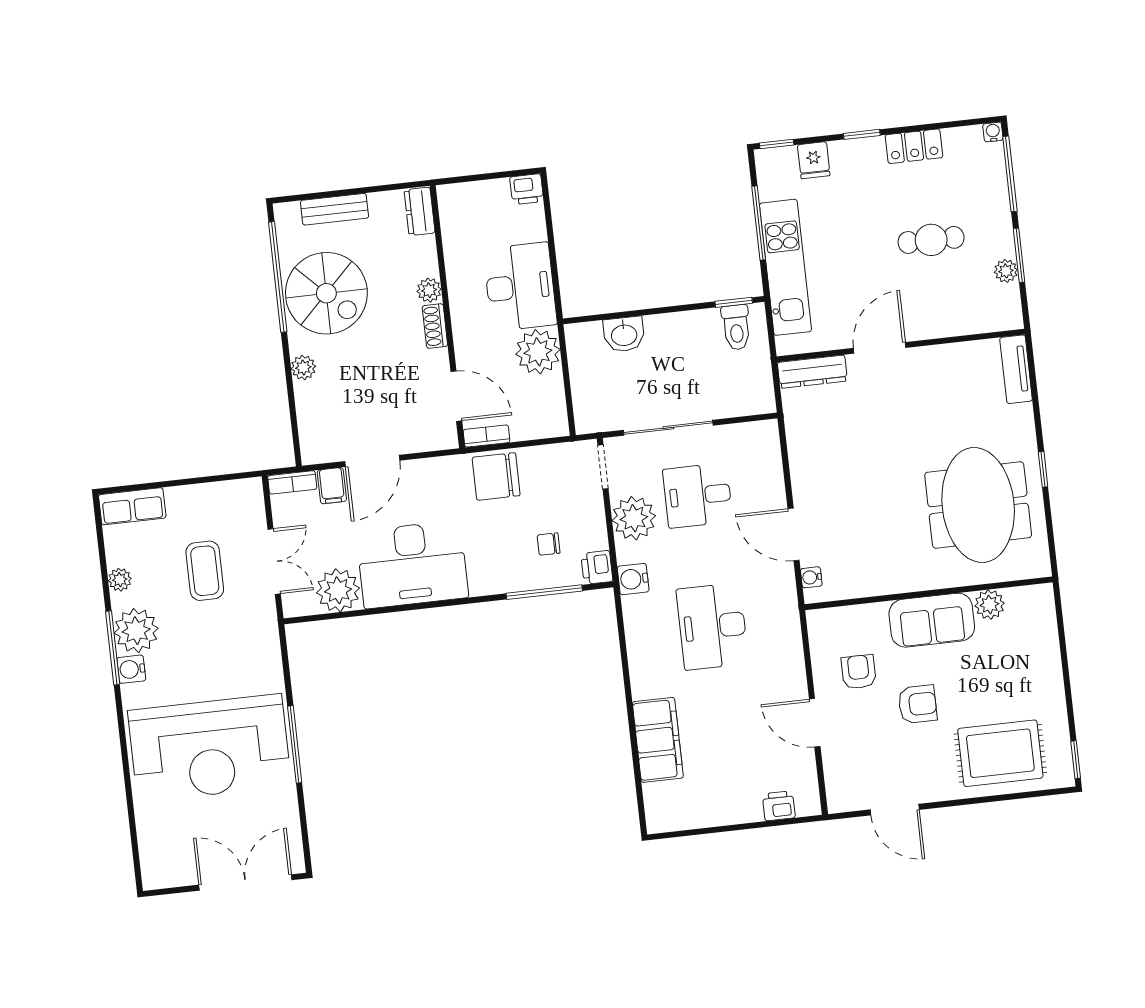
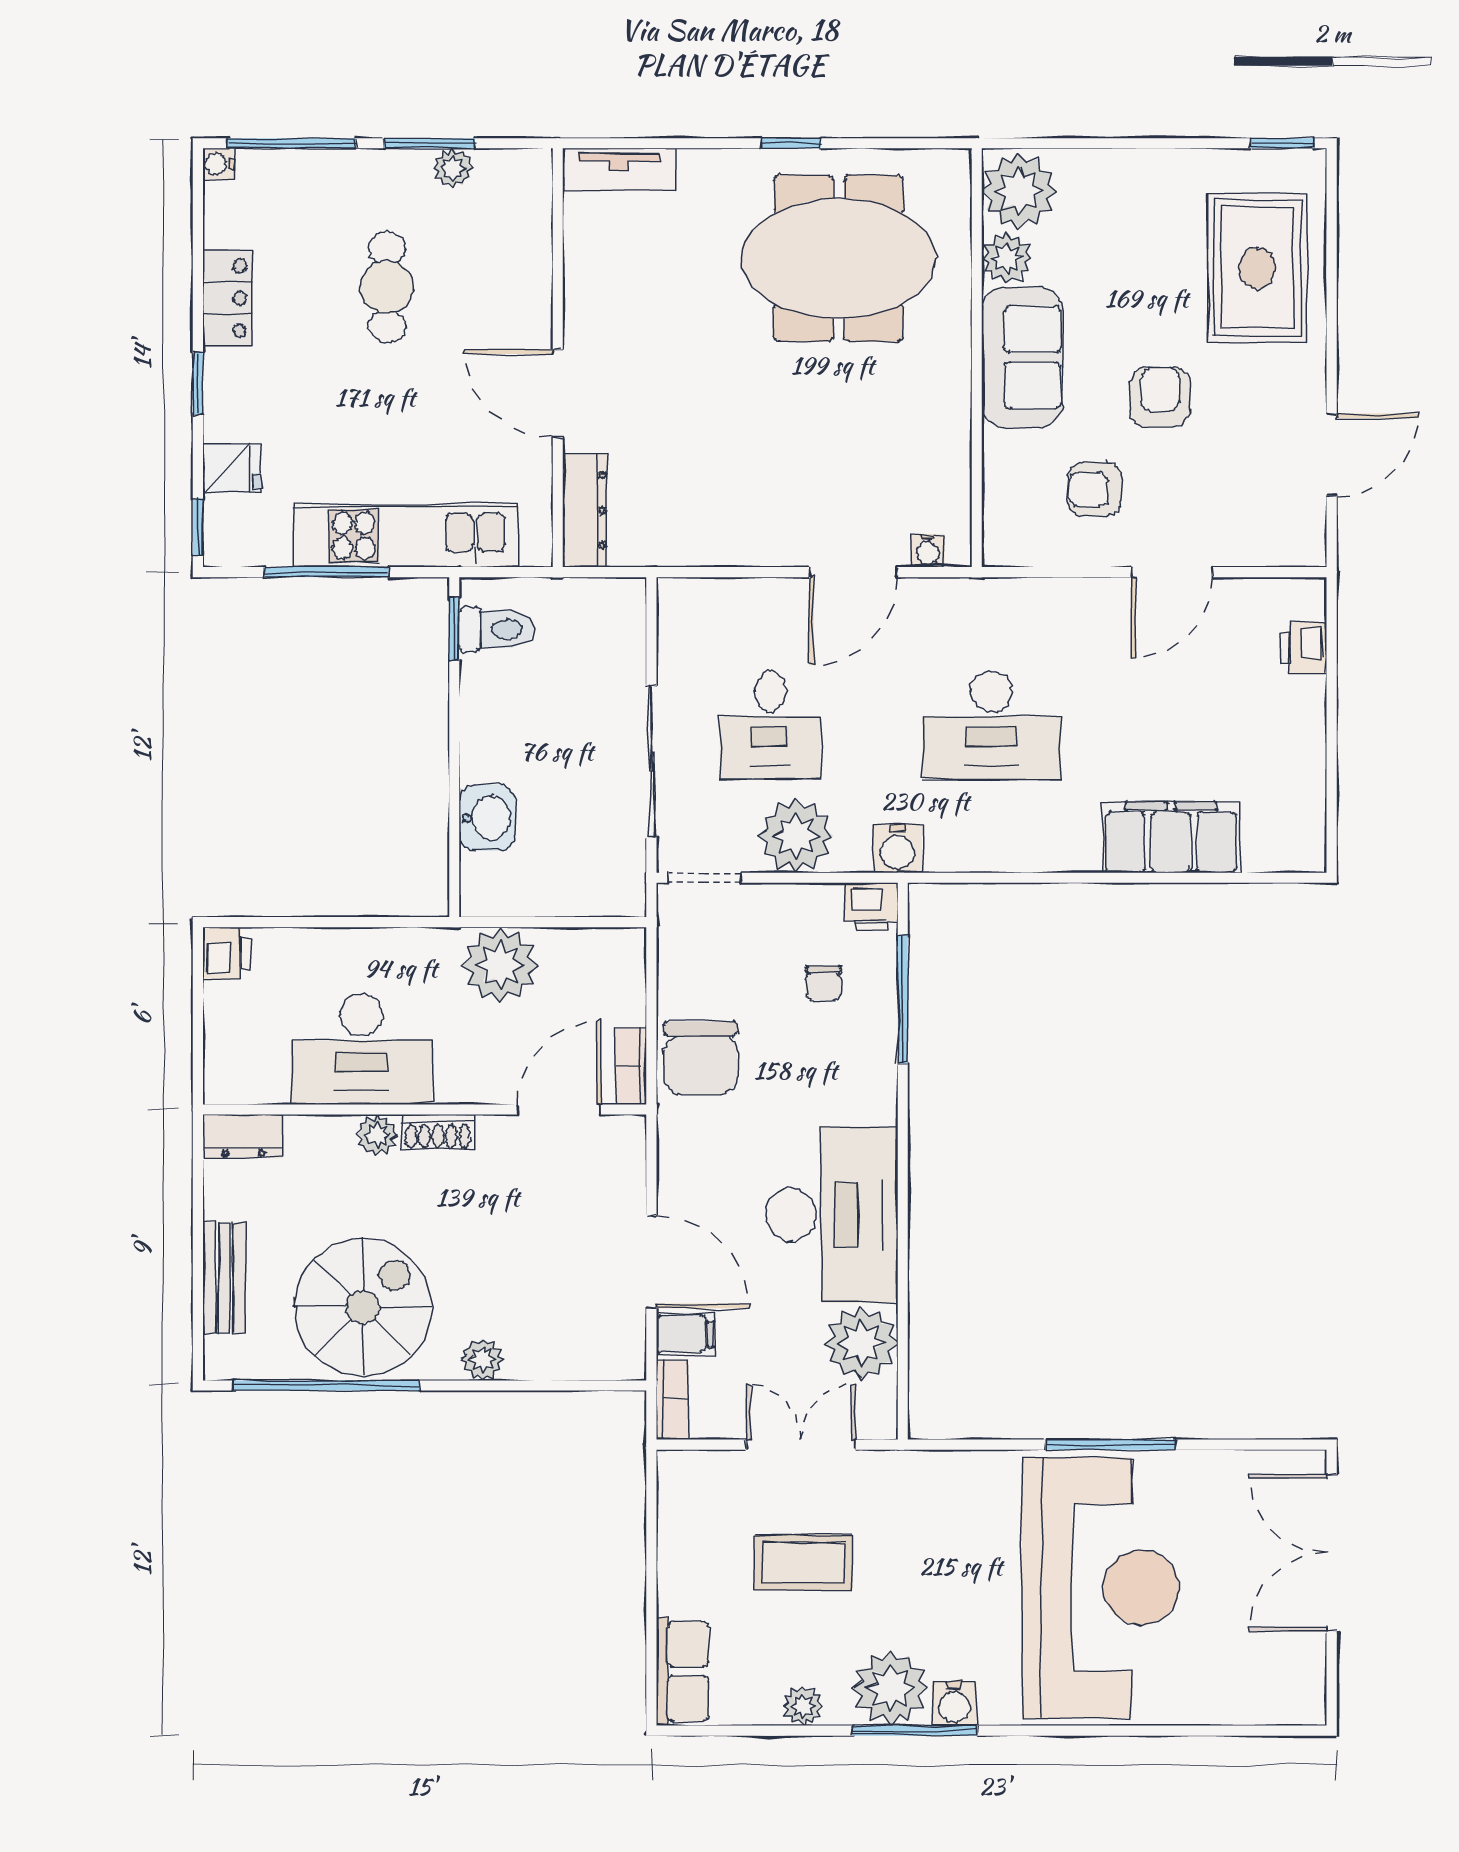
desk: (520, 287) -> (361, 1049), moved, turned 180
plant: (1030, 607) -> (1019, 191), added

